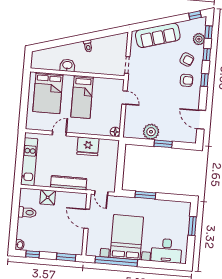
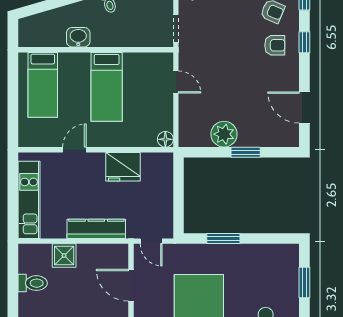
bed: (48, 93) -> (43, 85), width x0.67

